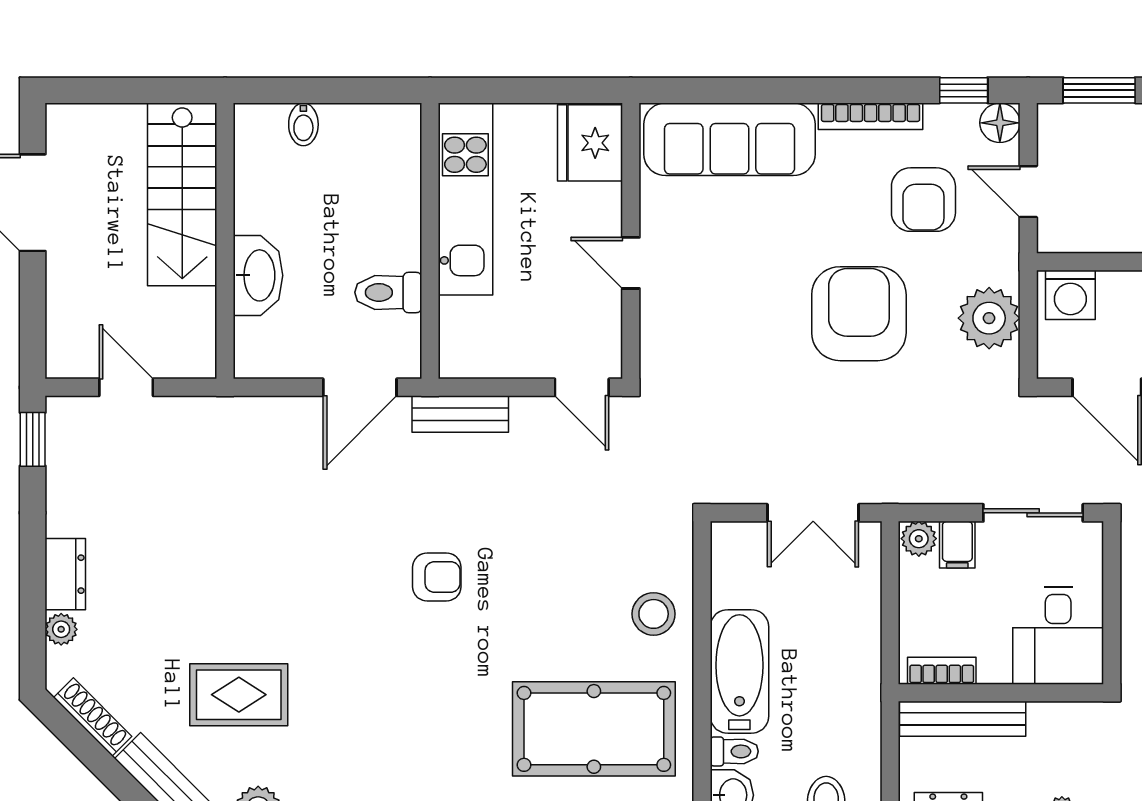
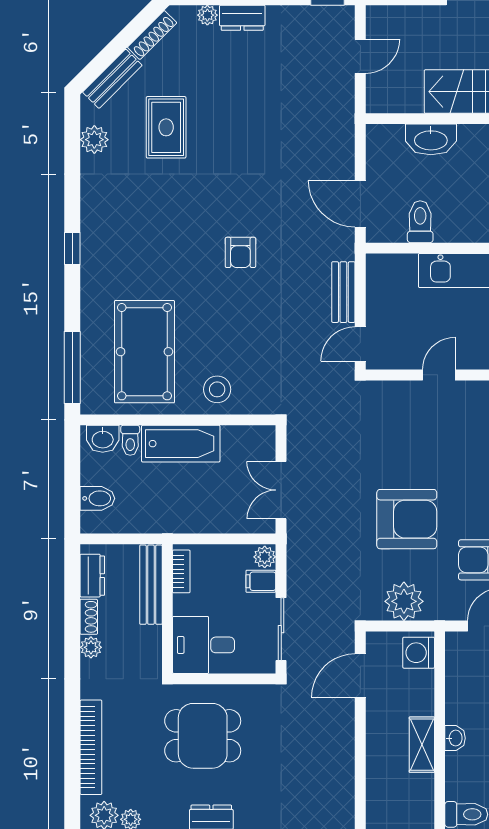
bench: (460, 414) -> (343, 292), moved

